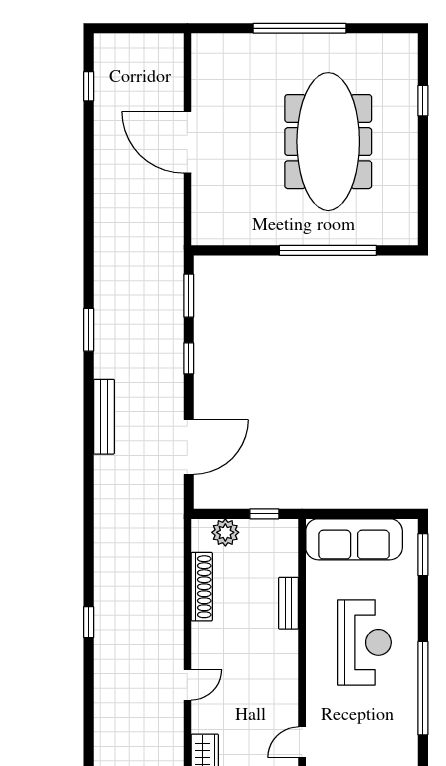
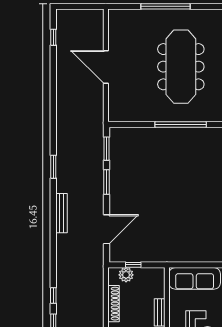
window: (189, 358) -> (107, 182), width x1.50
window: (264, 514) -> (133, 265), moved
window: (89, 572) -> (53, 296), added

